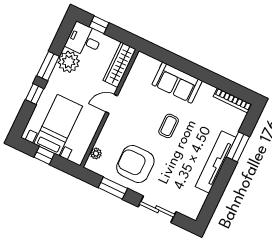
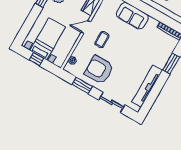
window: (35, 94) -> (33, 16), removed
coffee table: (169, 126) -> (102, 40), moved
tv unit: (216, 162) -> (147, 86), moved

